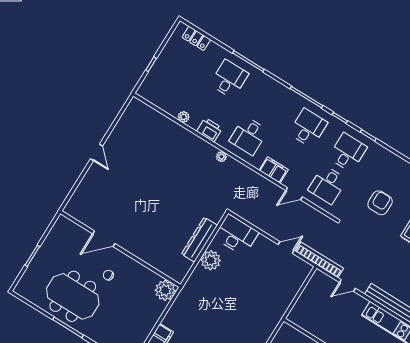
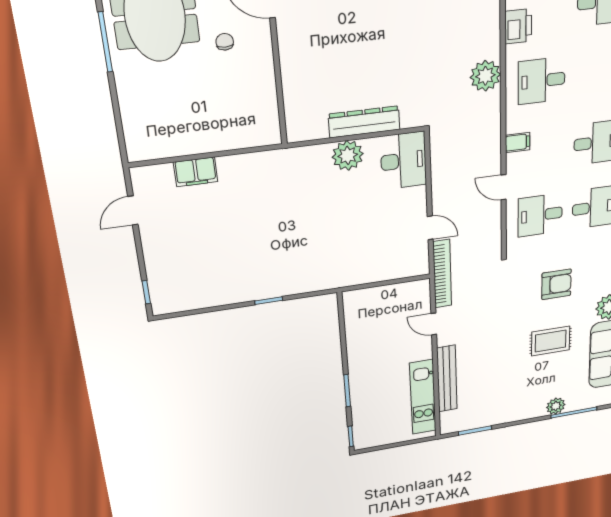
plant: (221, 157) -> (485, 76), width x1.88, depth x1.88
filing cabinet: (274, 170) -> (518, 142), width x0.50
plant: (165, 290) -> (264, 130), removed

